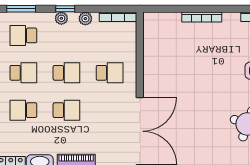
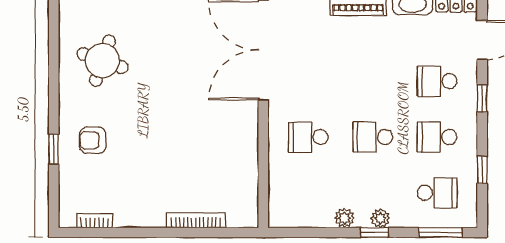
bookcase: (118, 17) -> (296, 221), removed
bookcase: (202, 17) -> (196, 220), moved
school desk: (23, 110) -> (437, 81), turned 180
school desk: (66, 110) -> (373, 81), removed

